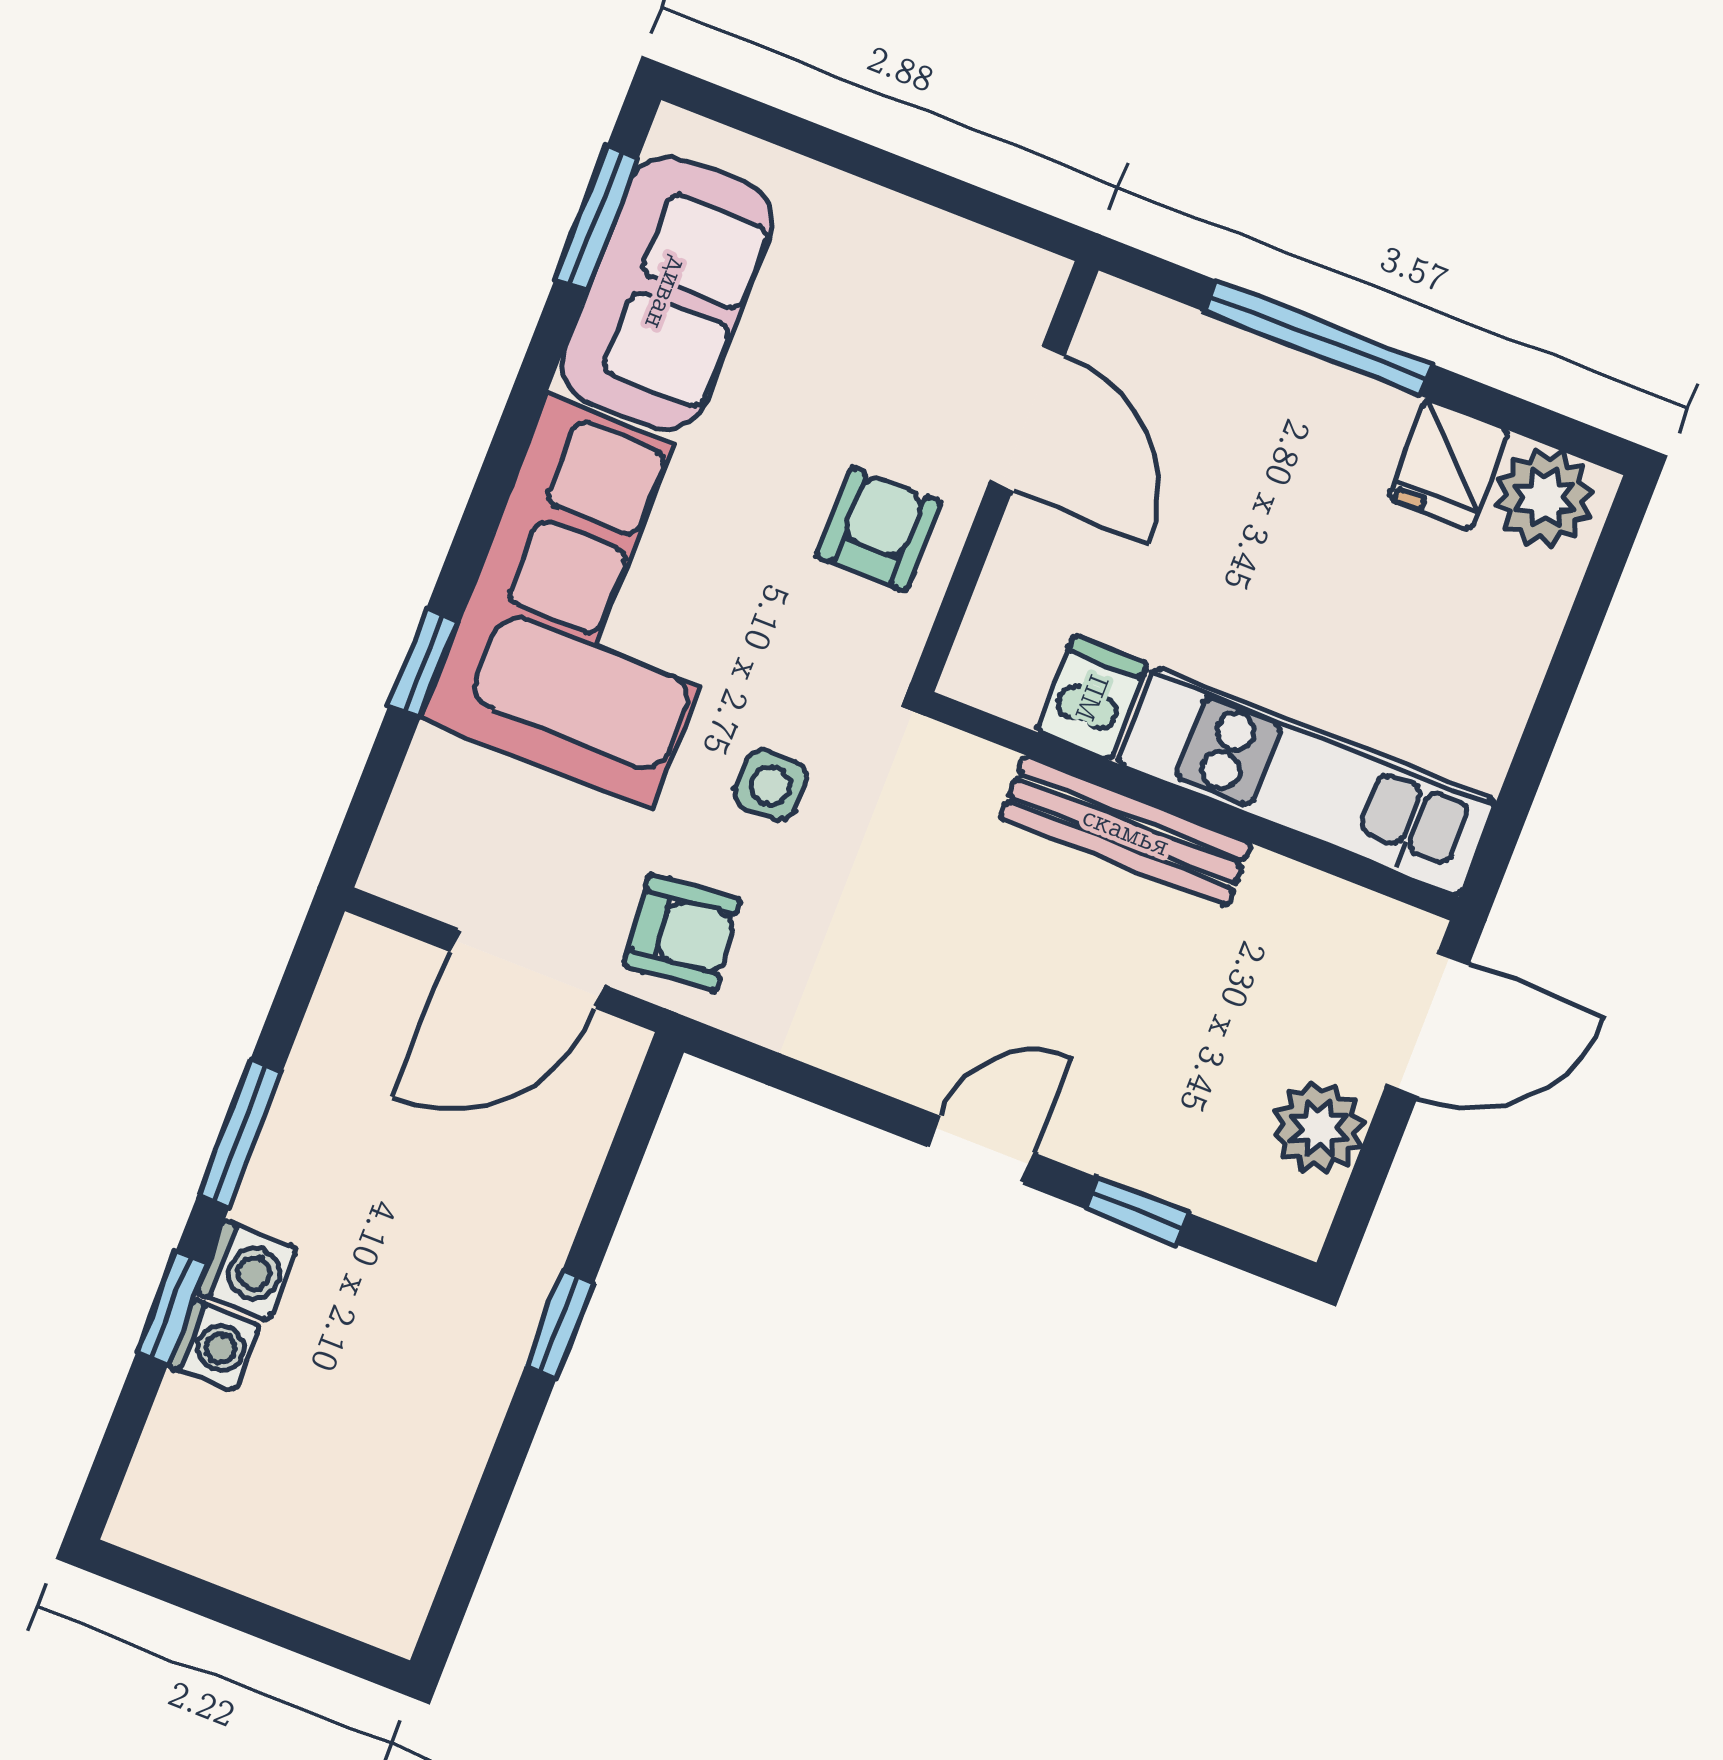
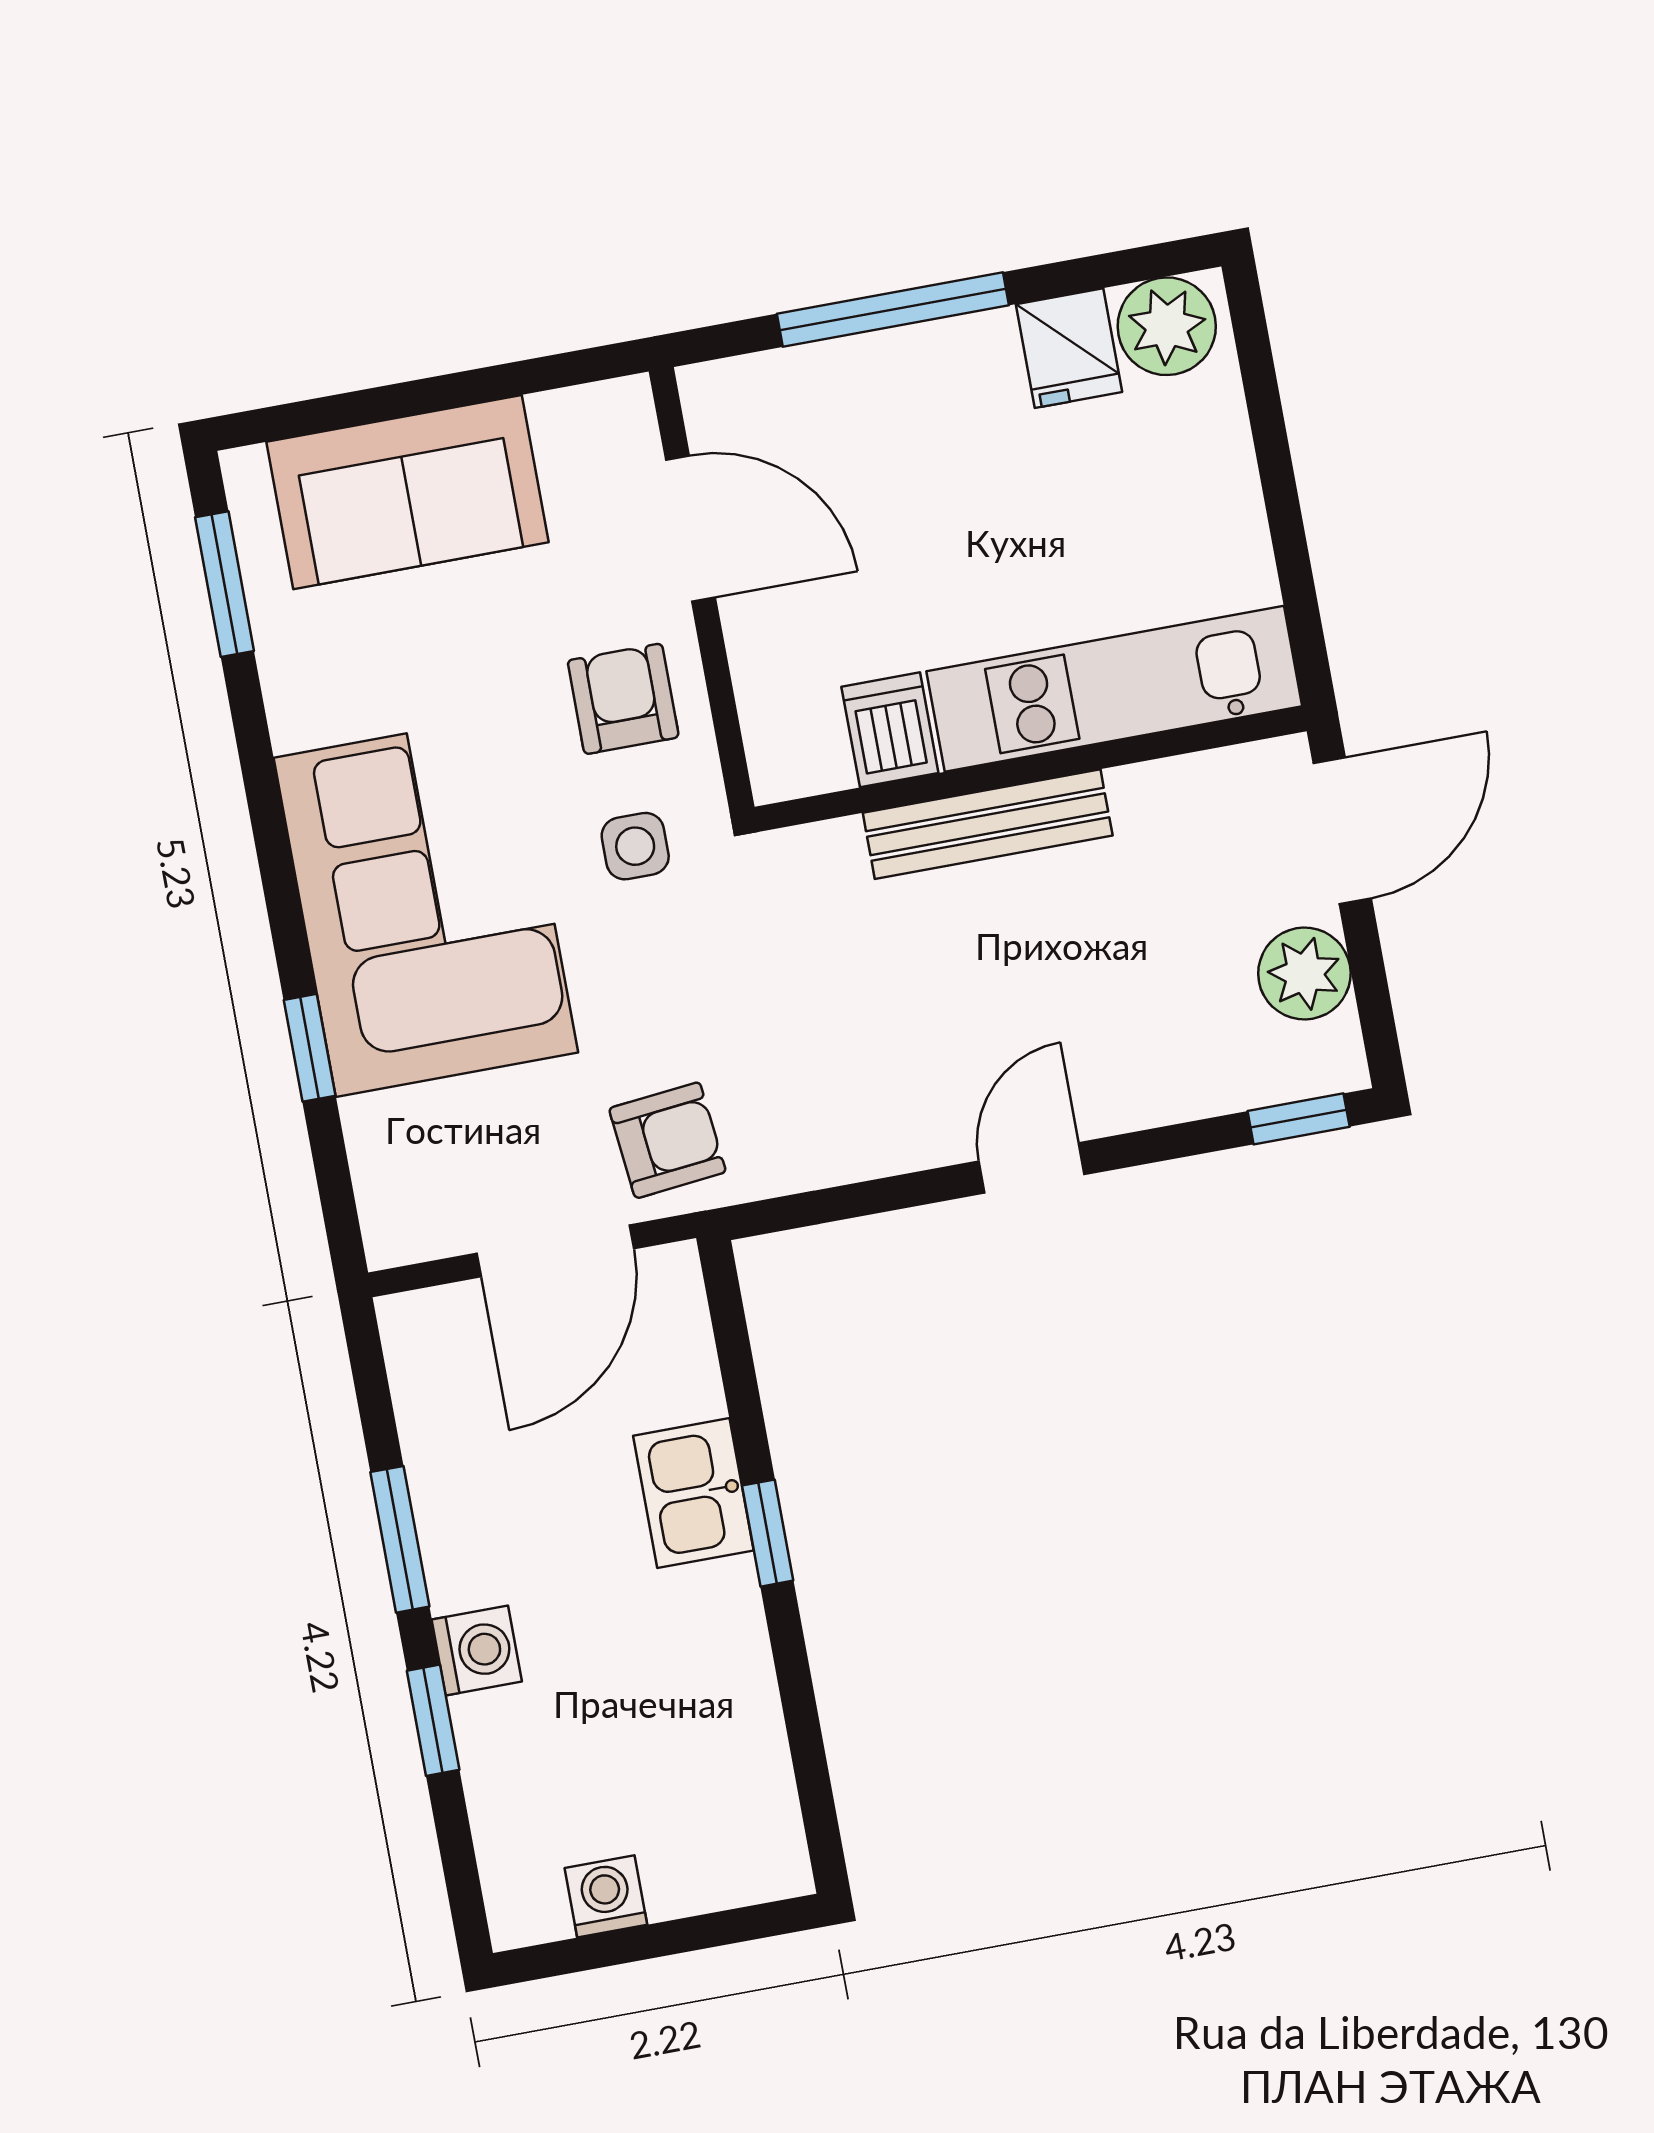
sofa: (667, 293) -> (408, 492), moved, turned 90
side table: (771, 786) -> (635, 846), moved
window: (1137, 1211) -> (1299, 1119), moved
kitchen sink: (517, 1250) -> (693, 1493), added
washing machine: (214, 1345) -> (606, 1896), moved, turned -90

